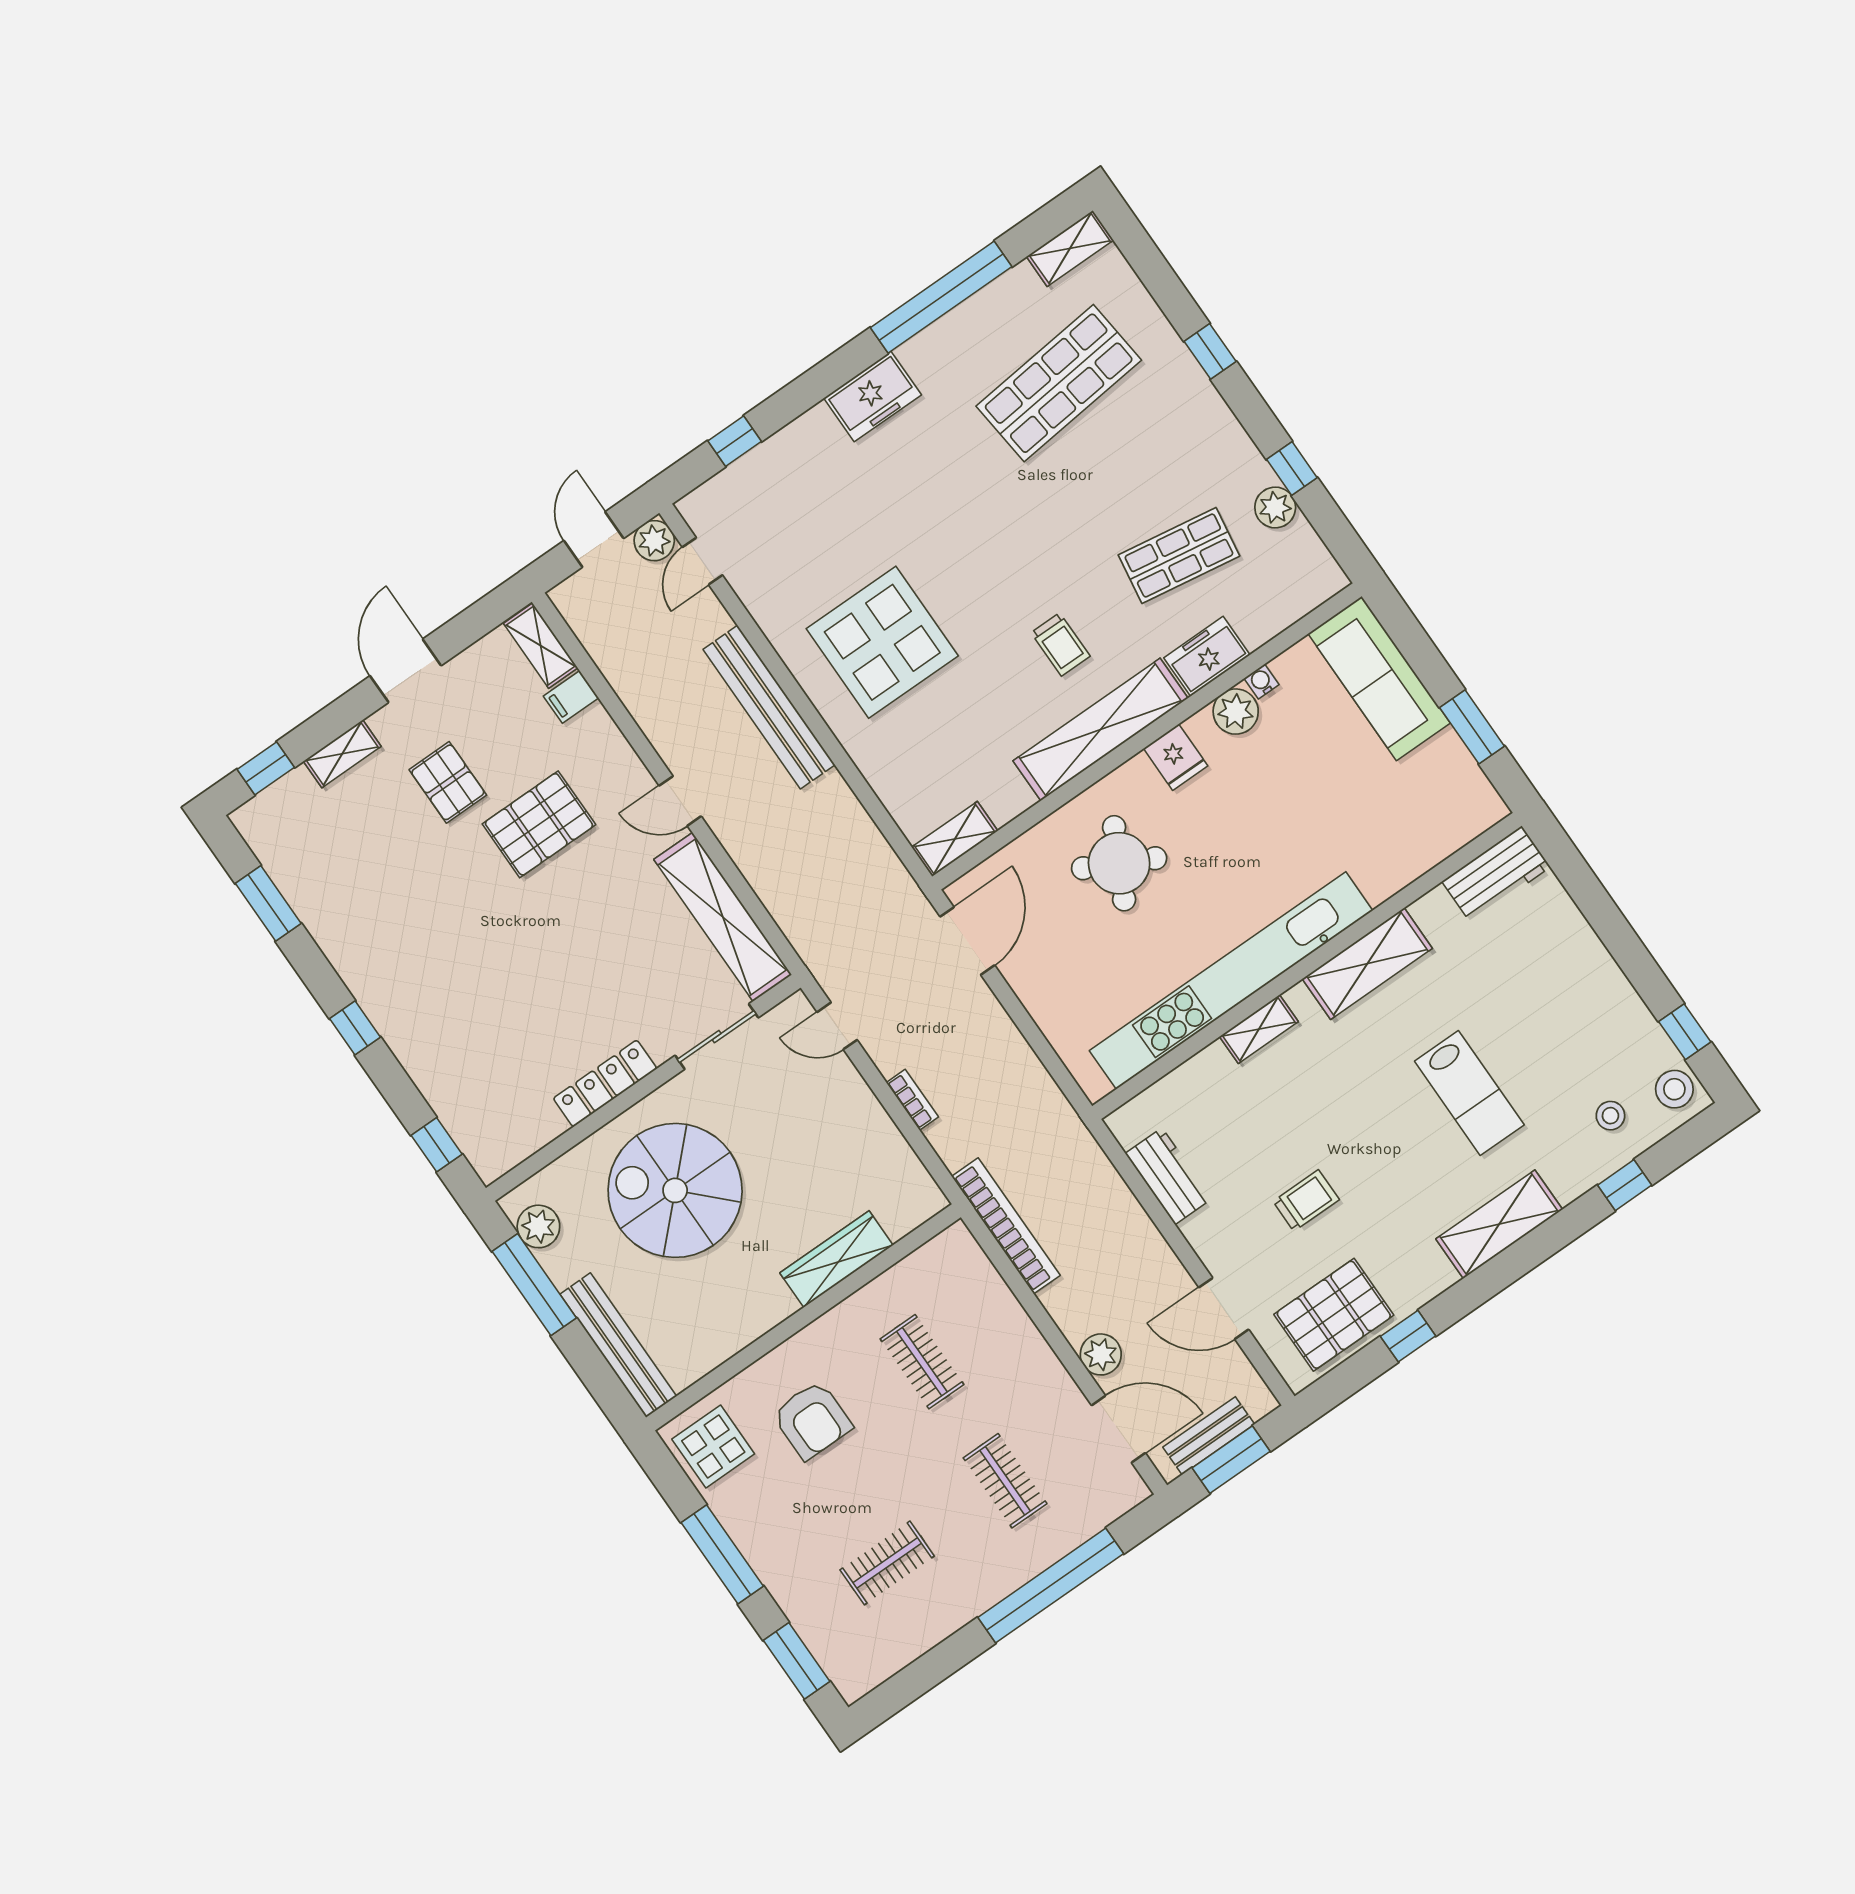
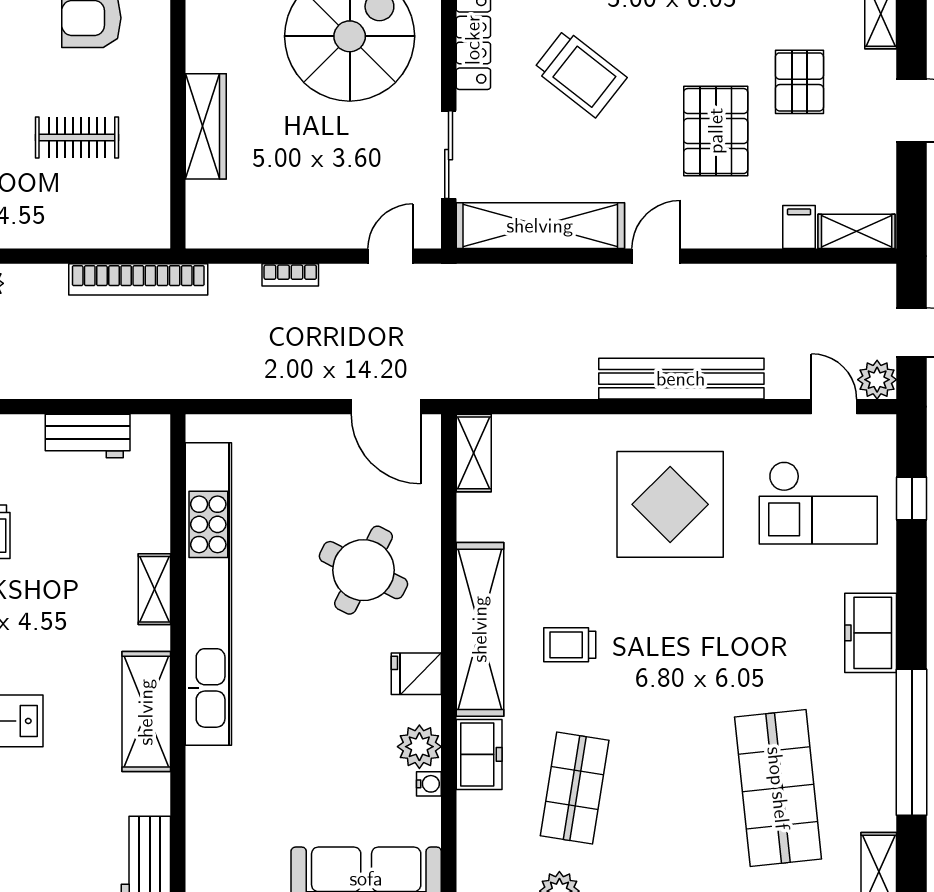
checkout: (793, 518) -> (818, 503), added
pallet: (448, 782) -> (799, 82), turned 90
trolley: (570, 973) -> (580, 73), added

